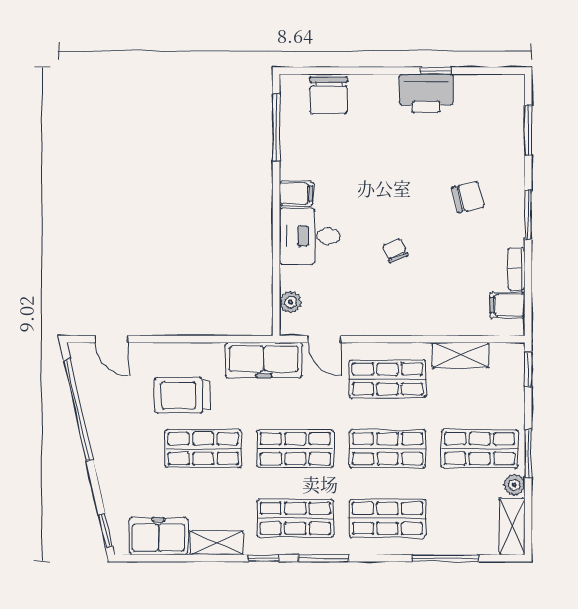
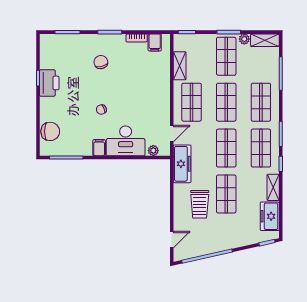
desk: (310, 236) -> (126, 141), width x1.37
chair: (395, 251) -> (101, 109), moved

